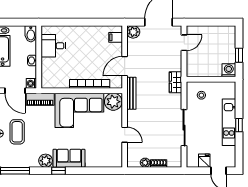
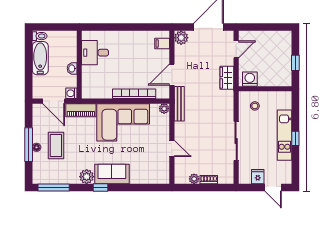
bidet: (31, 34) -> (71, 40), removed
washing machine: (229, 70) -> (250, 79), moved
wardrobe: (176, 82) -> (227, 78), moved
plant: (113, 102) -> (164, 109), width x0.53, depth x0.53

